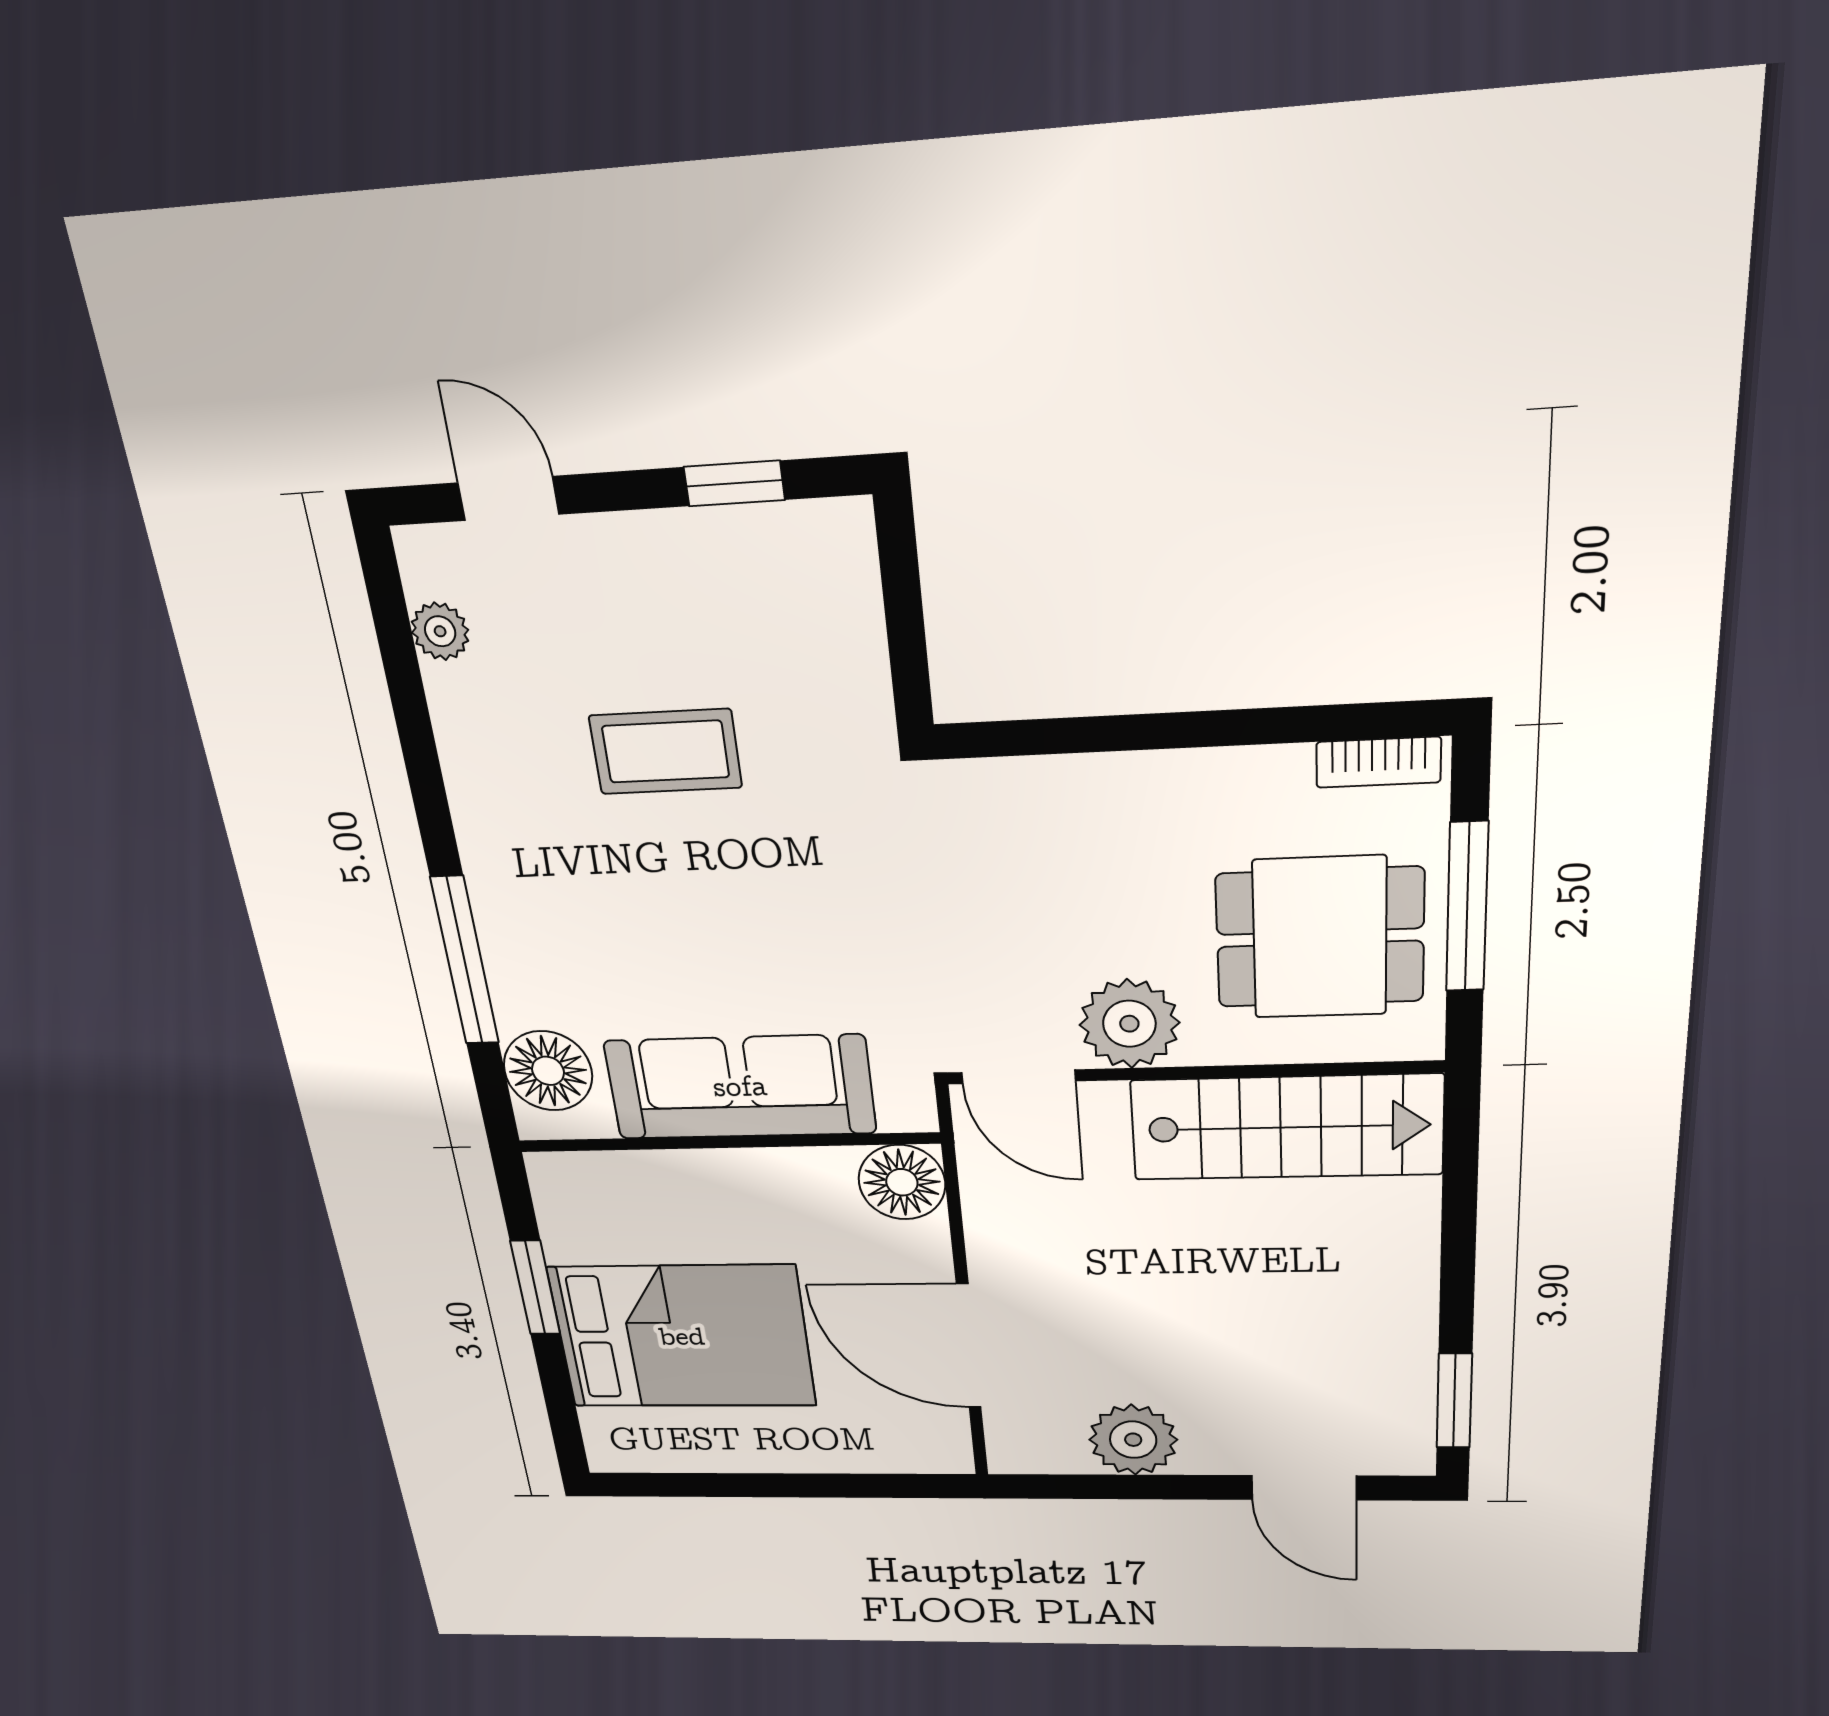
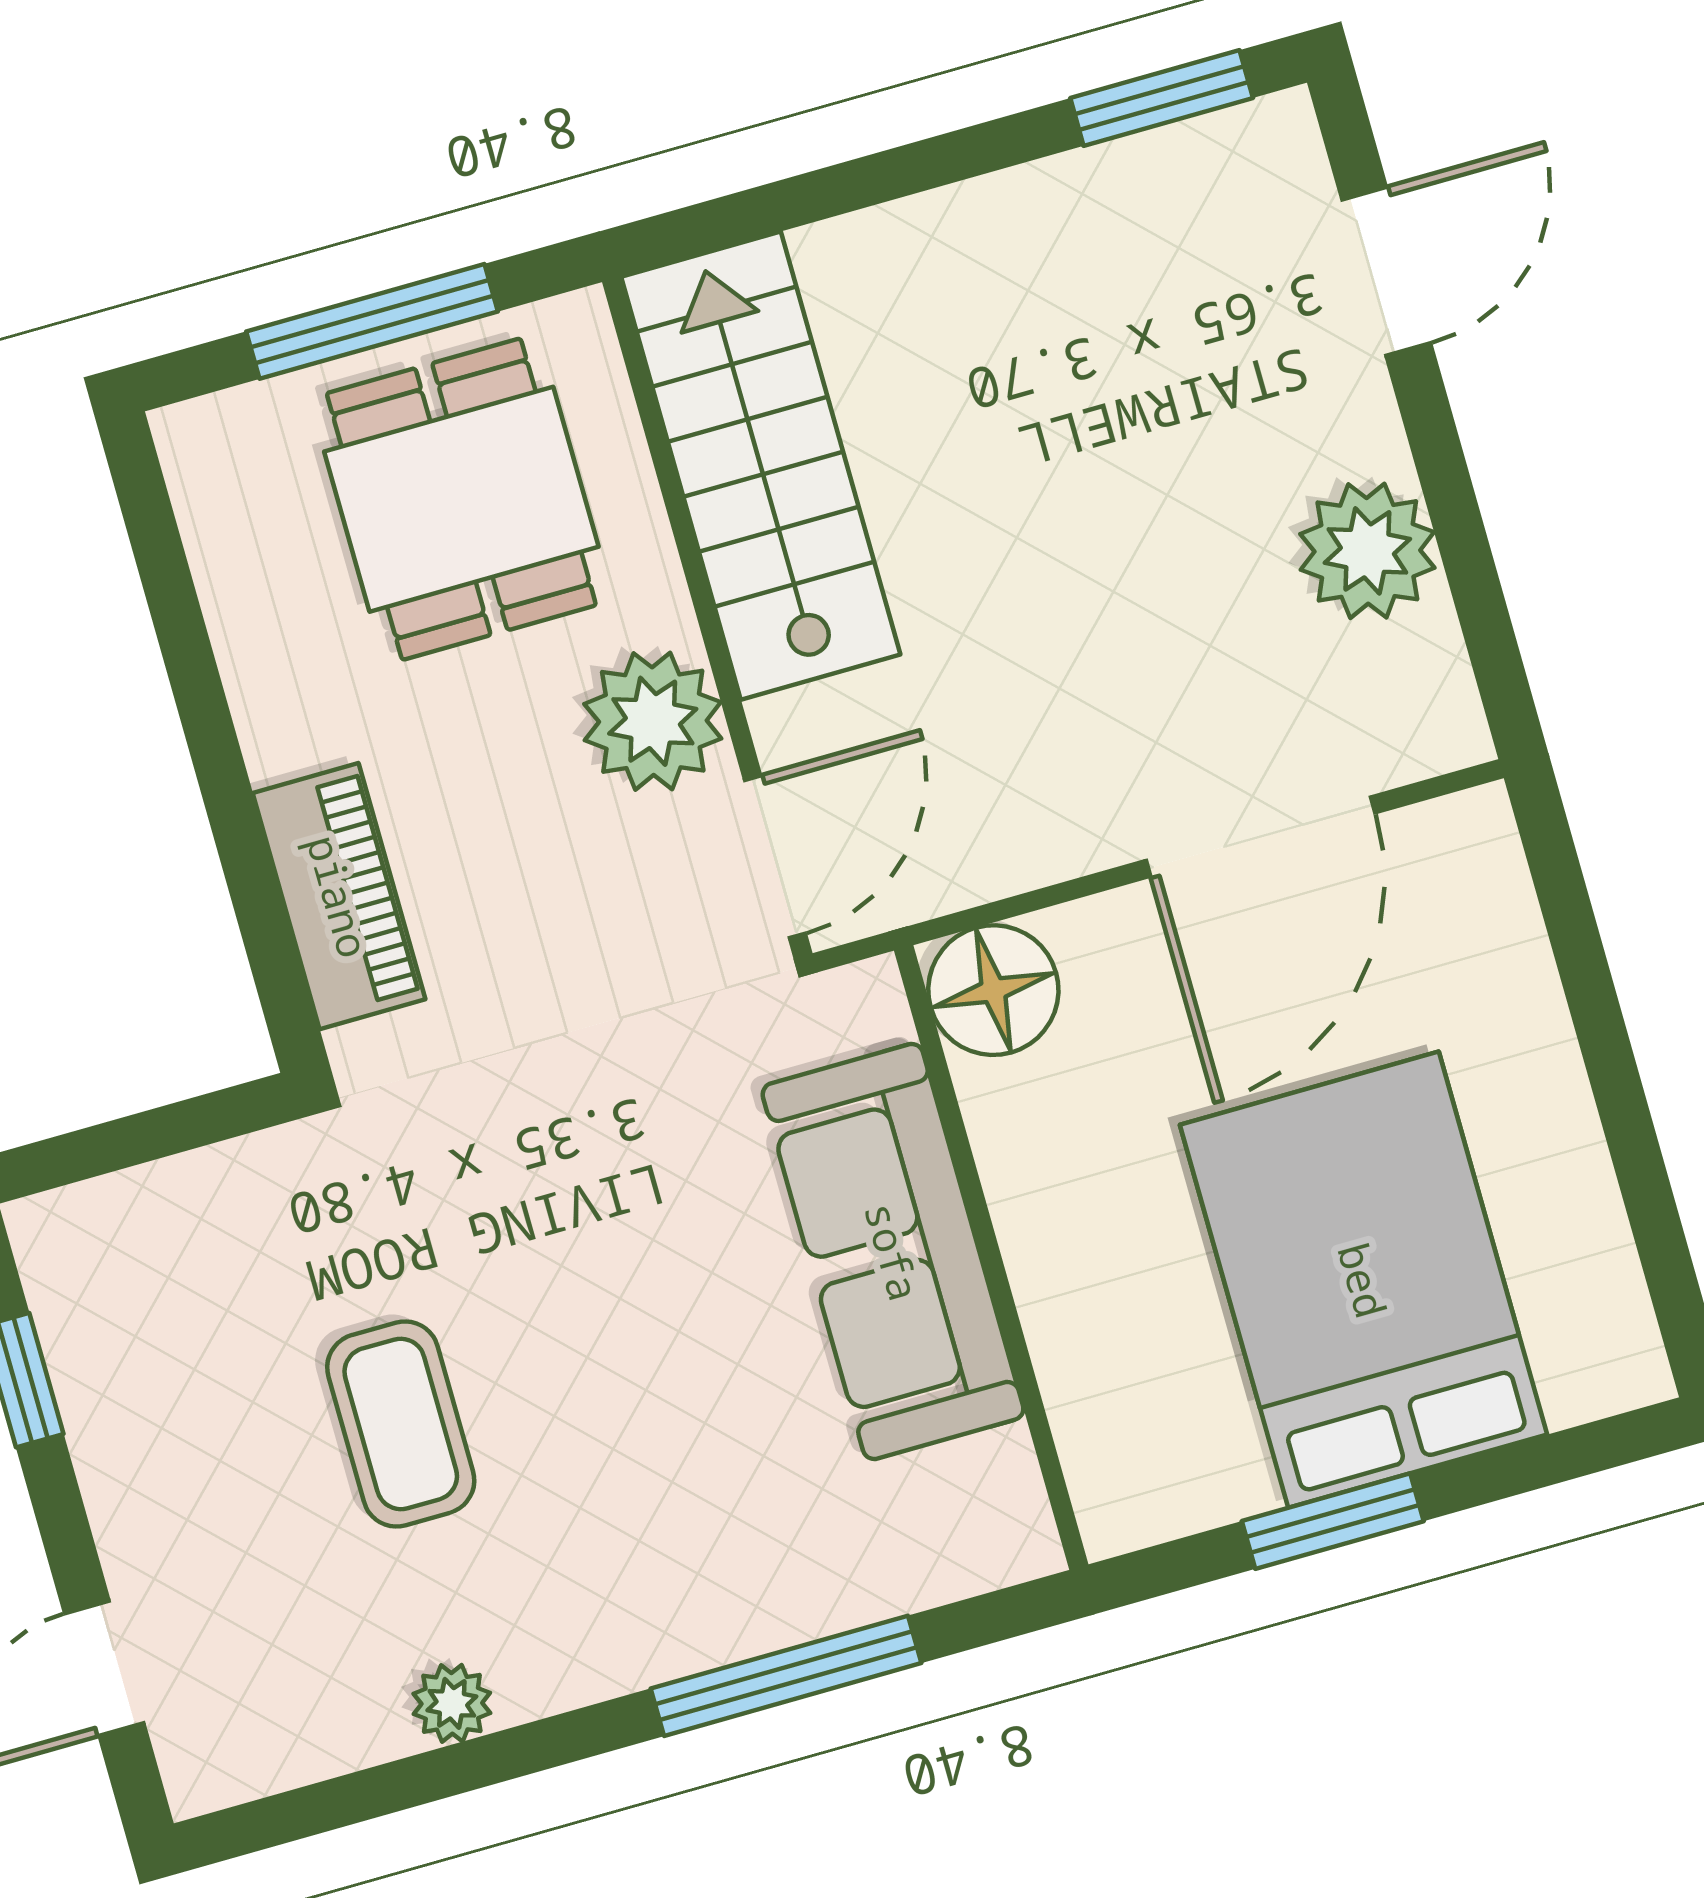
plant: (440, 631) -> (452, 1703), moved
bookcase: (1378, 762) -> (201, 492), removed
piano: (1054, 793) -> (339, 896), added
floor lamp: (548, 1071) -> (938, 1538), removed

